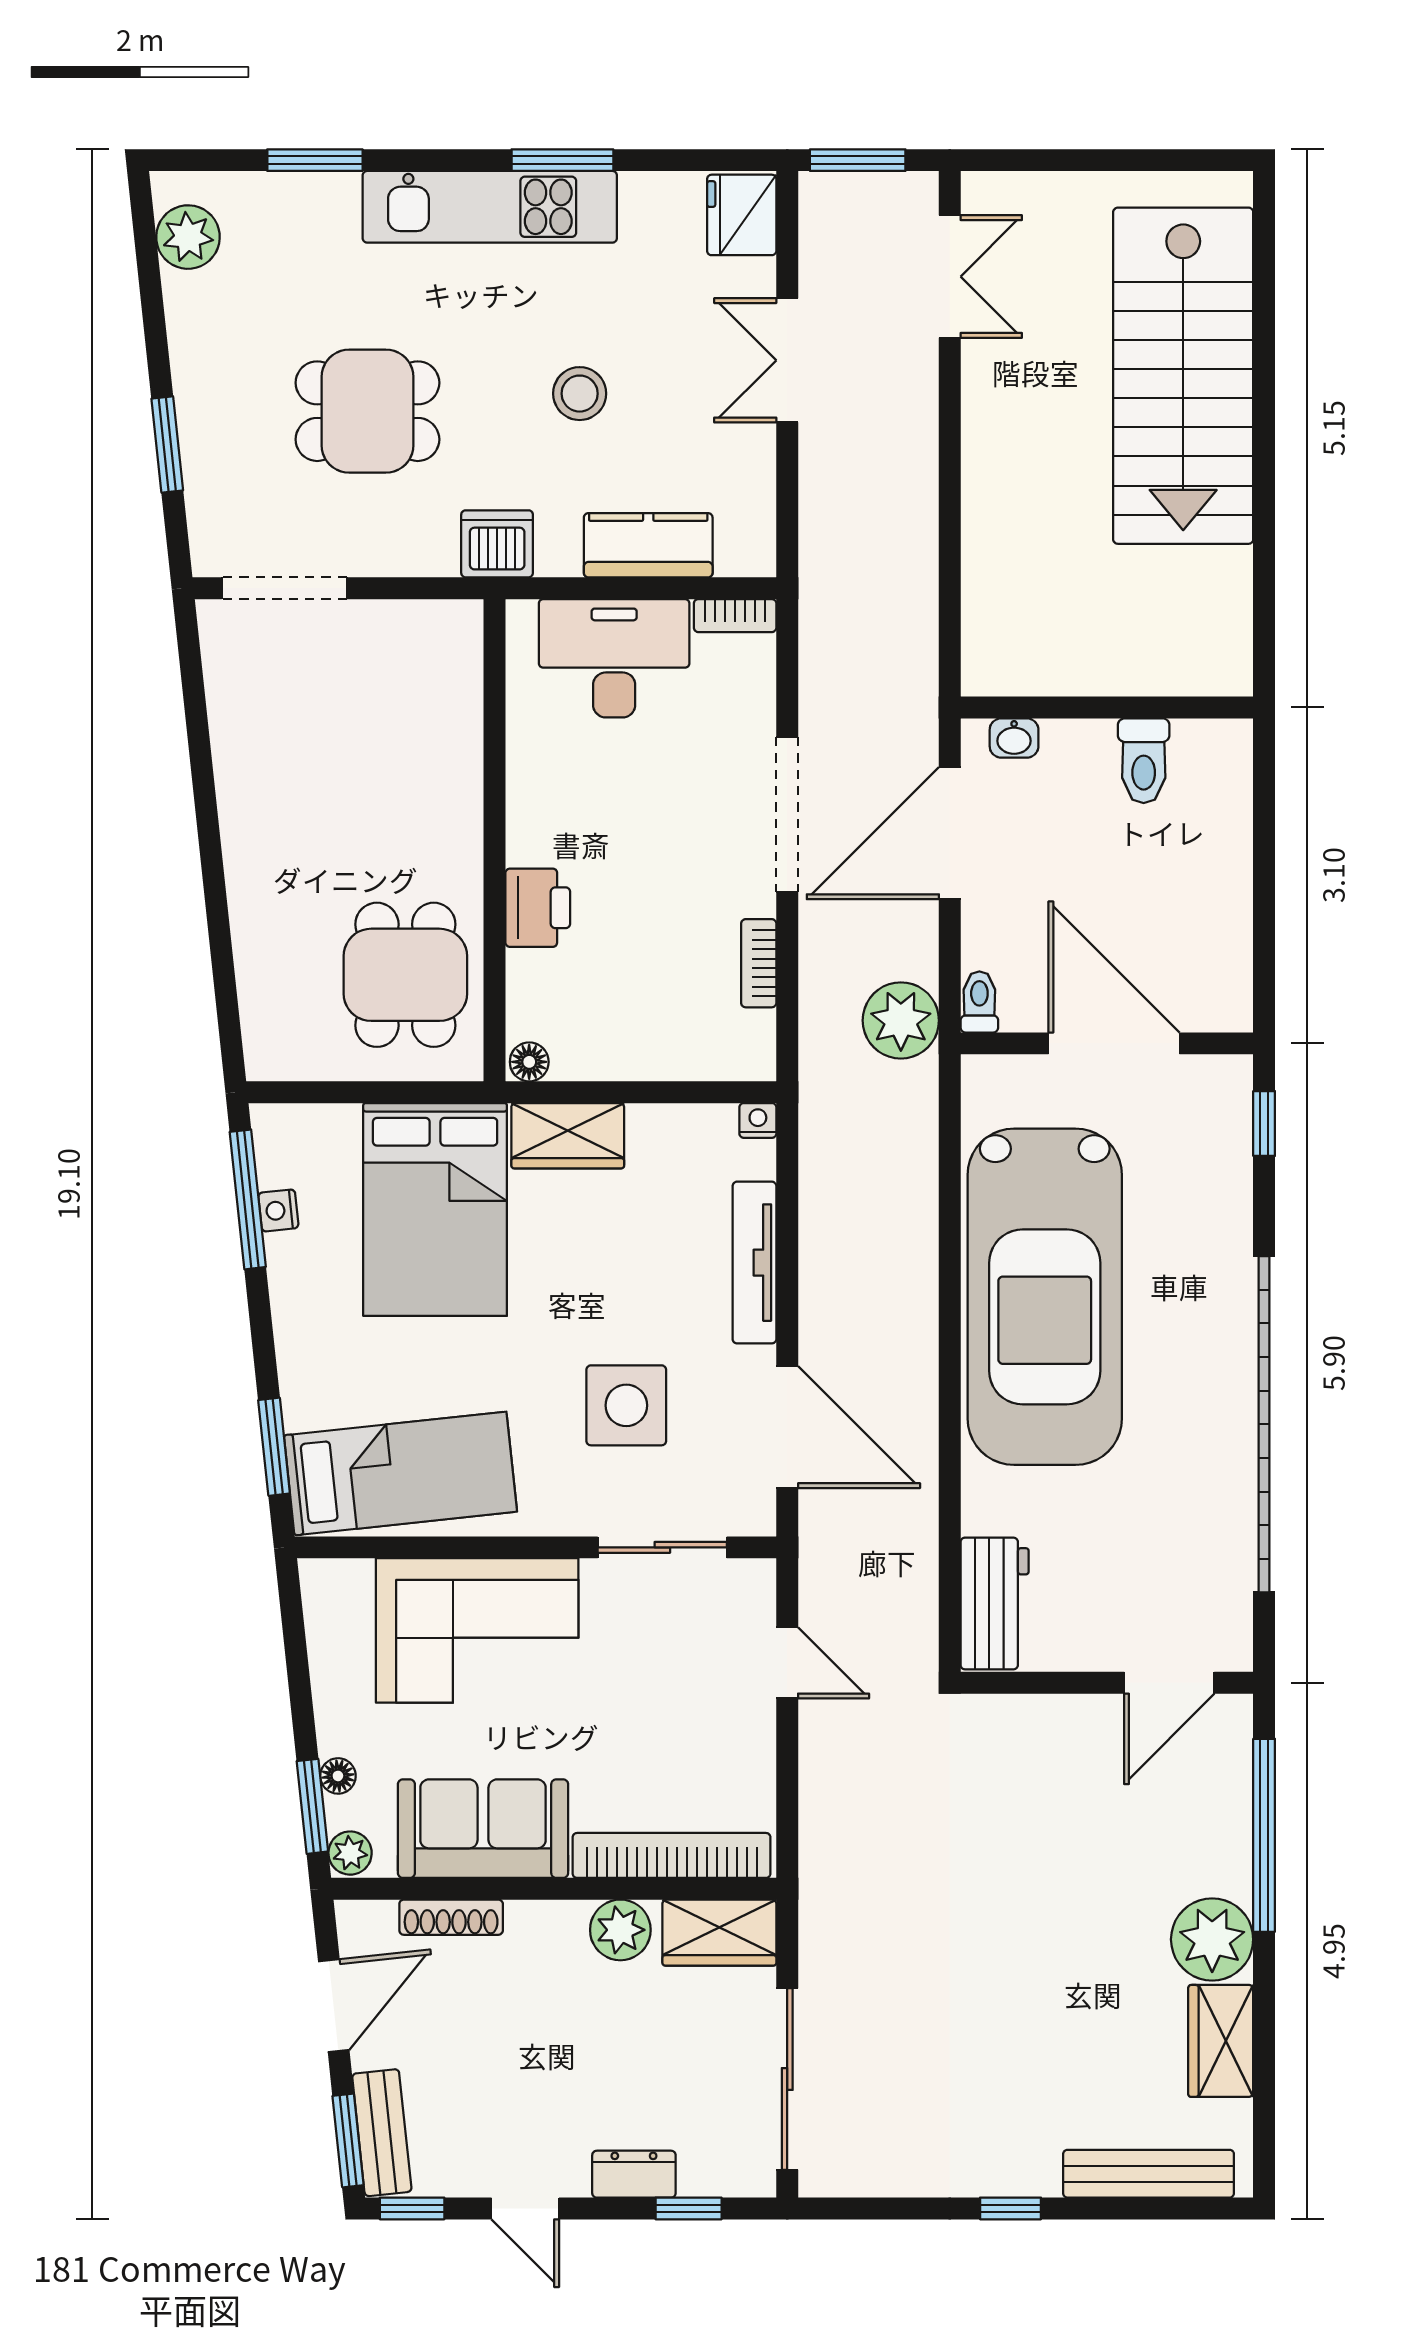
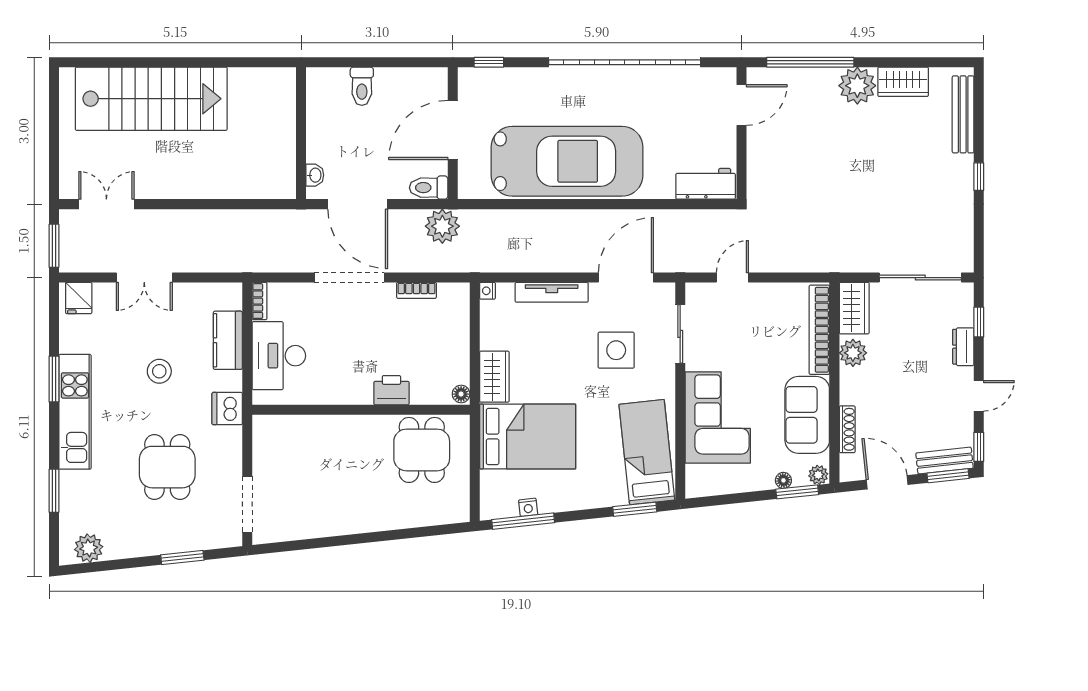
fridge: (742, 215) -> (79, 298), width x0.72
toilet: (1144, 761) -> (362, 86), moved, turned 90
dining table: (405, 975) -> (422, 450), turned 90
toilet: (979, 1002) -> (429, 188), width x1.37, depth x1.39
door: (1169, 1683) -> (741, 105), hinge flipped

